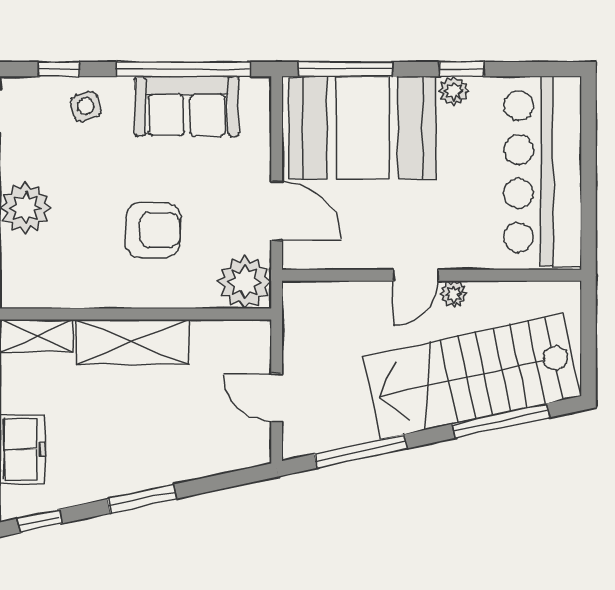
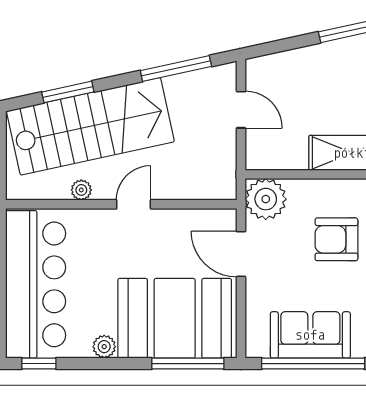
window: (462, 69) -> (39, 364), moved
plant: (453, 294) -> (81, 190), moved
window: (501, 421) -> (68, 92), width x0.69

